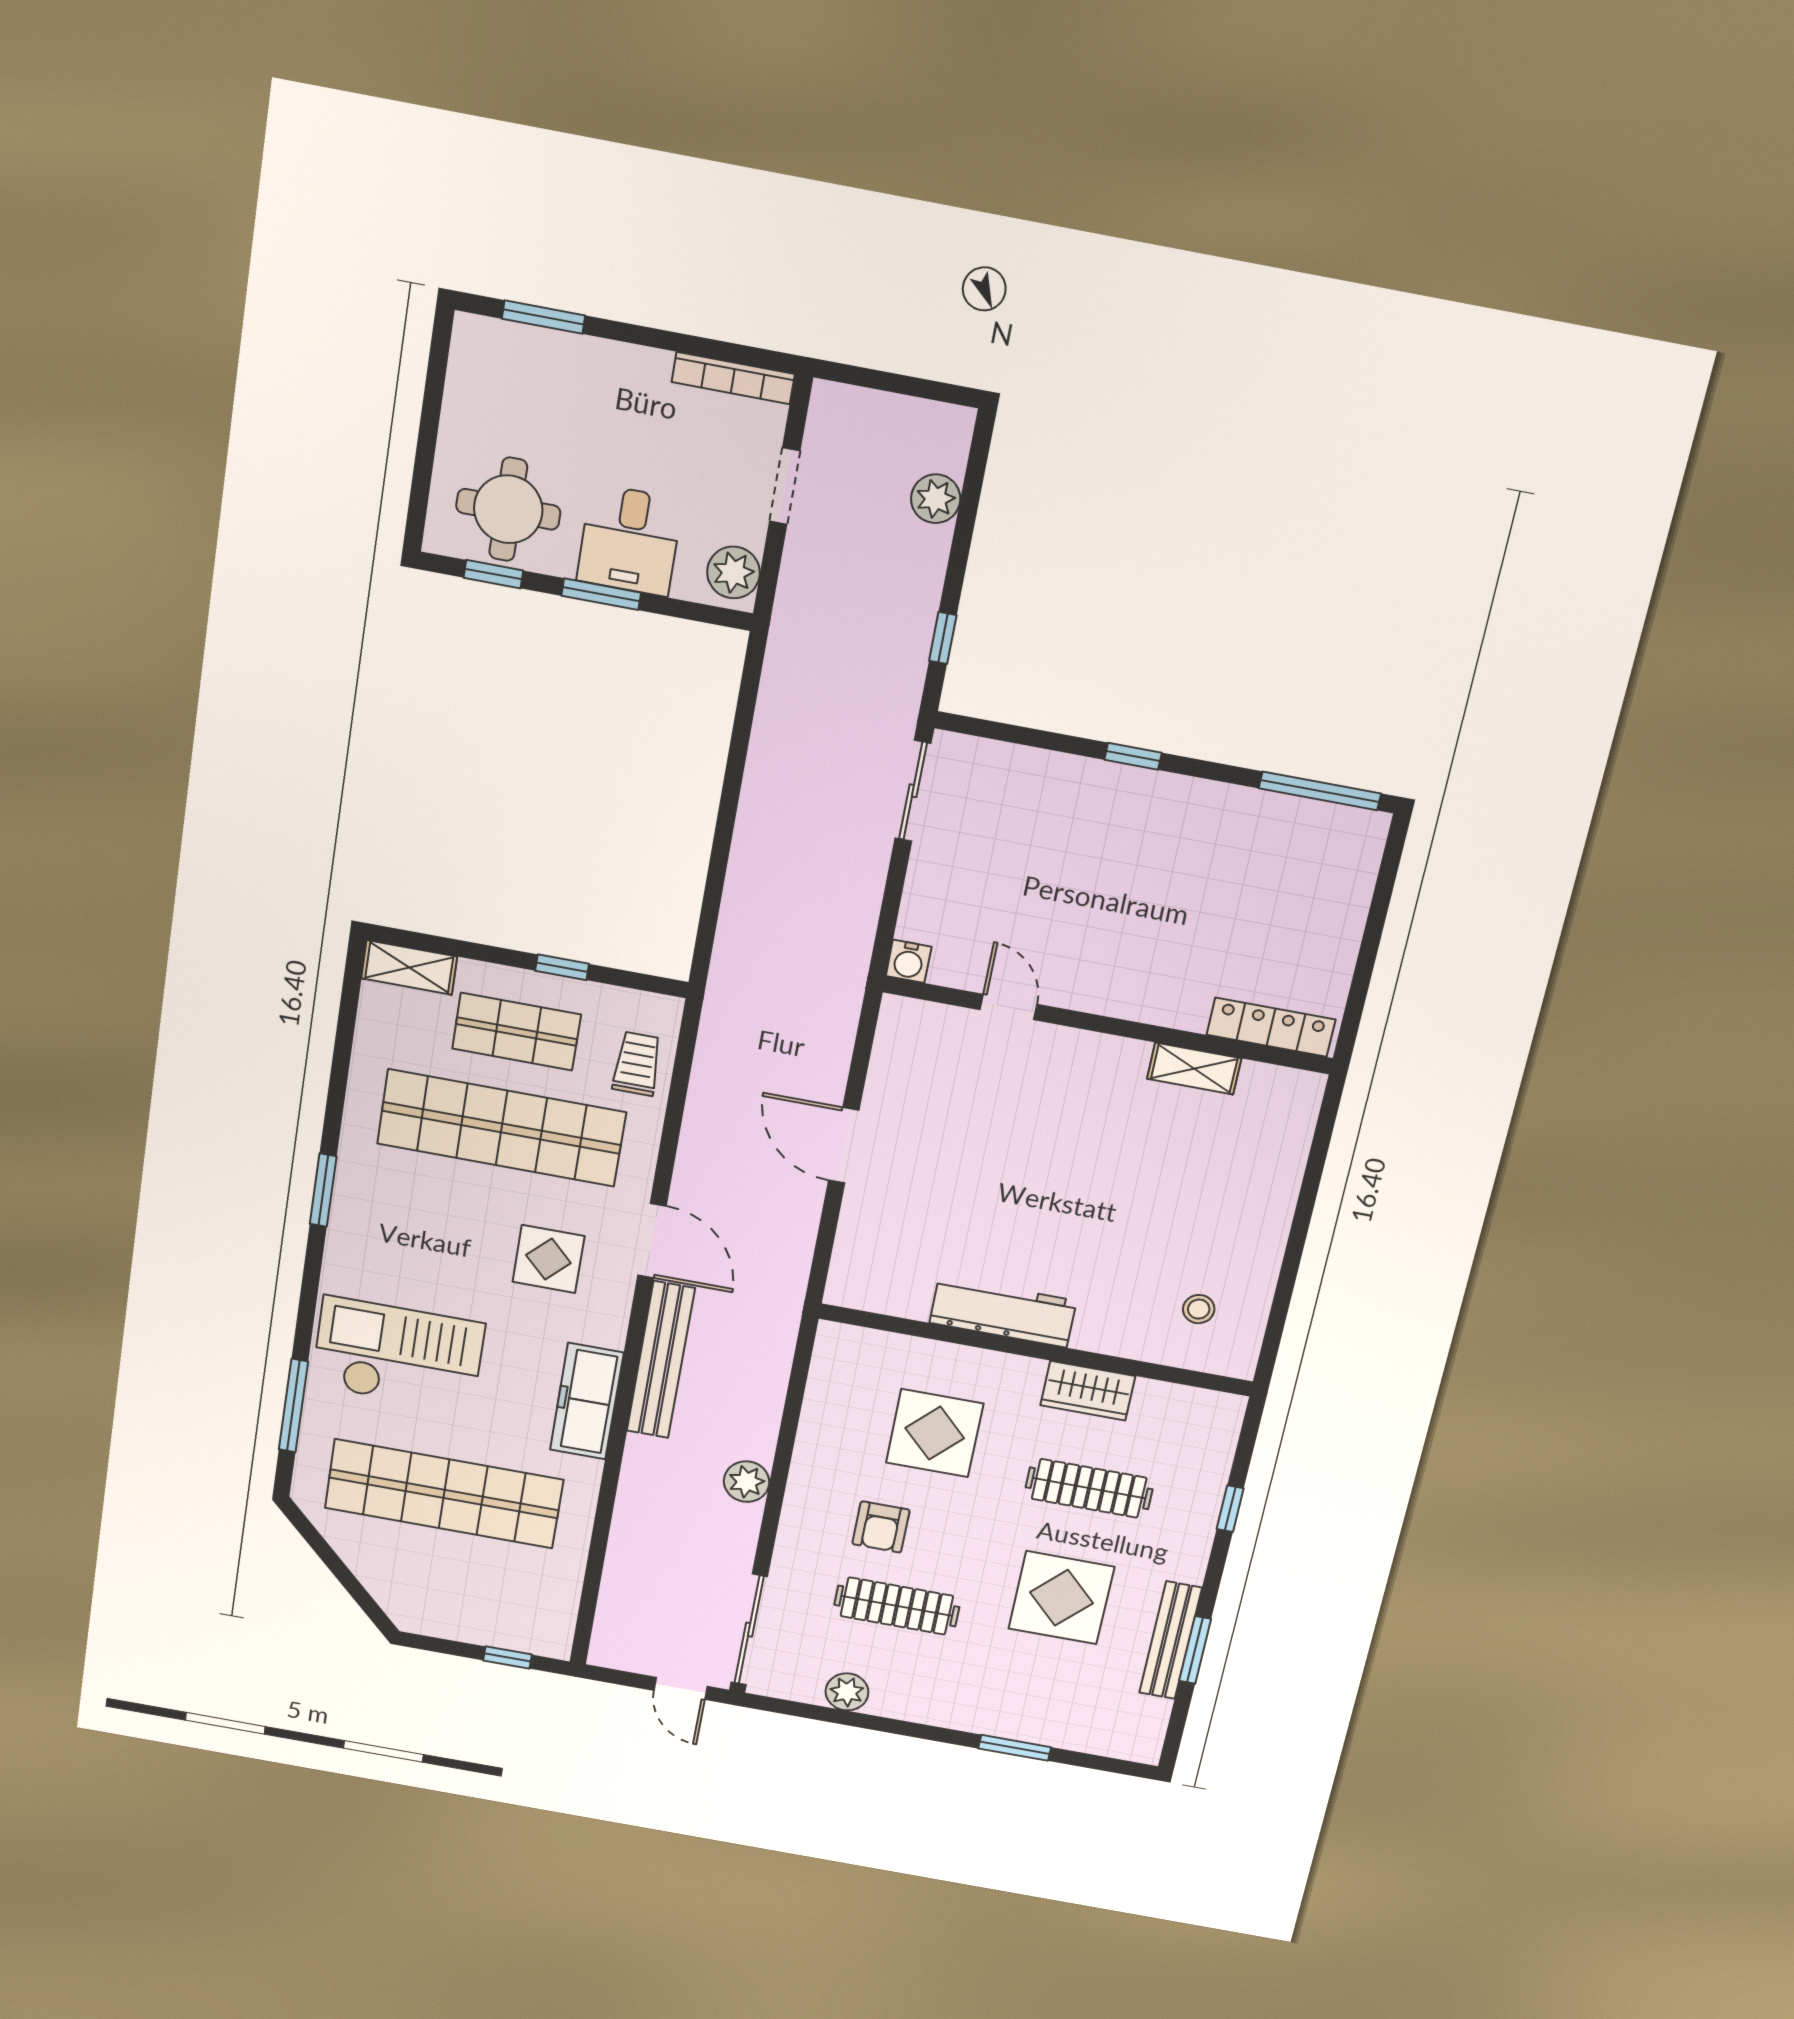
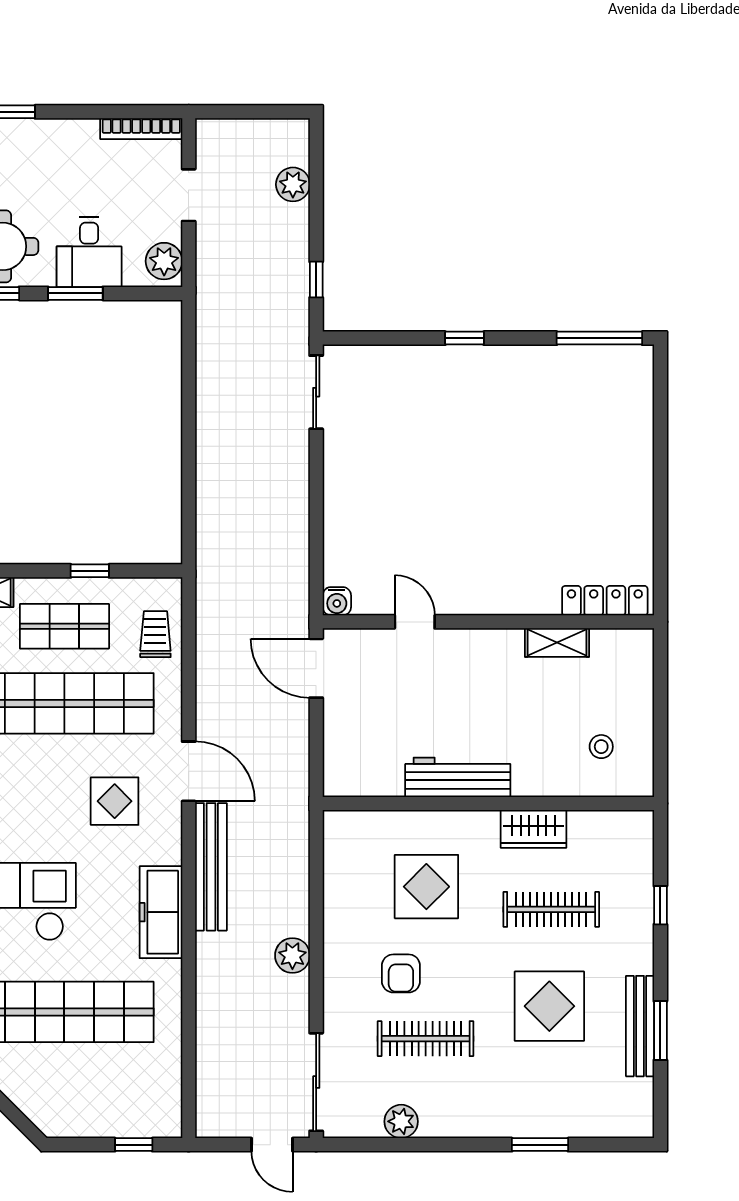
water cooler: (909, 961) -> (337, 601), moved
door: (1009, 1007) -> (415, 622), moved
wall: (1108, 1025) -> (488, 622), moved
locker: (1271, 1027) -> (605, 601), moved
shelving: (1194, 1069) -> (557, 643), moved

